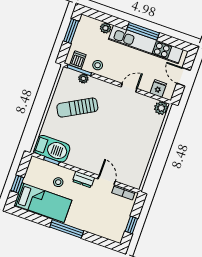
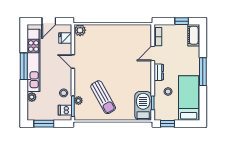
window: (17, 184) -> (168, 124), moved
cot: (111, 233) -> (194, 35), added

